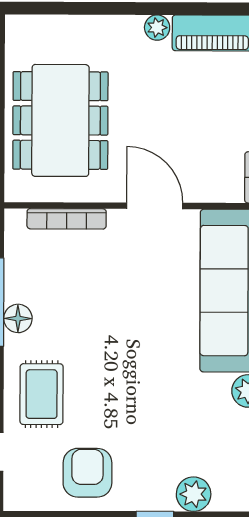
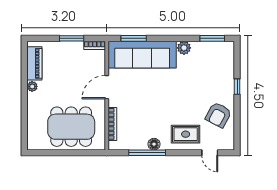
armchair: (87, 473) -> (218, 115), turned -62
plant: (194, 494) -> (227, 70), removed

